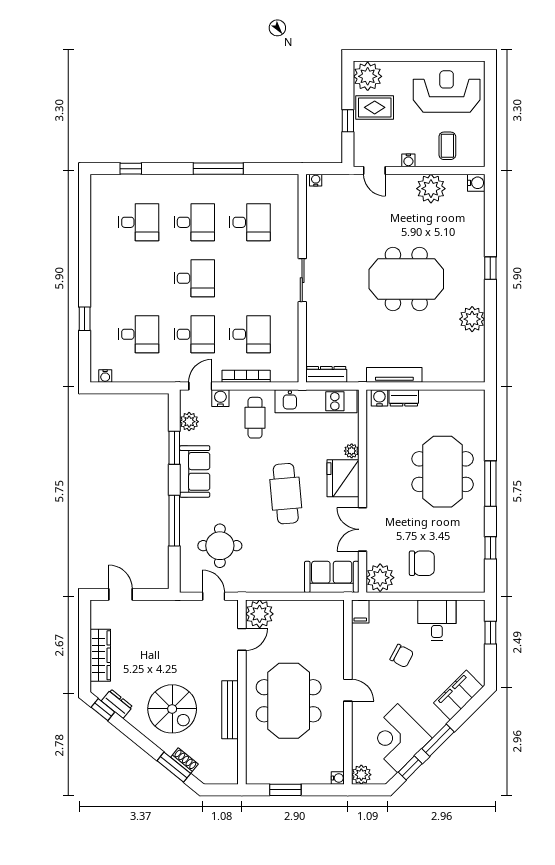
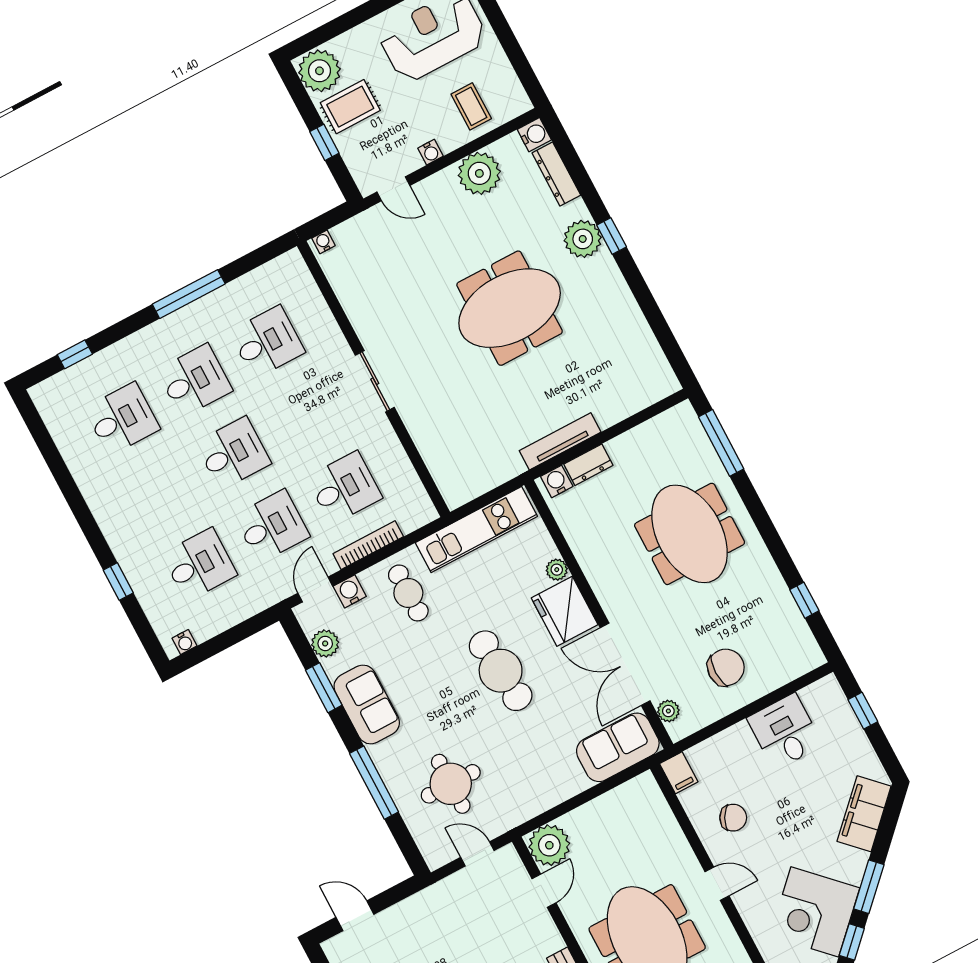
plant: (472, 319) -> (583, 239), moved
dresser: (326, 374) -> (556, 174), moved, turned -90
window: (490, 484) -> (721, 443), moved
double door: (362, 529) -> (625, 664), width x1.37
plant: (380, 578) -> (668, 711), width x0.53, depth x0.53
chair: (402, 656) -> (733, 818), moved

